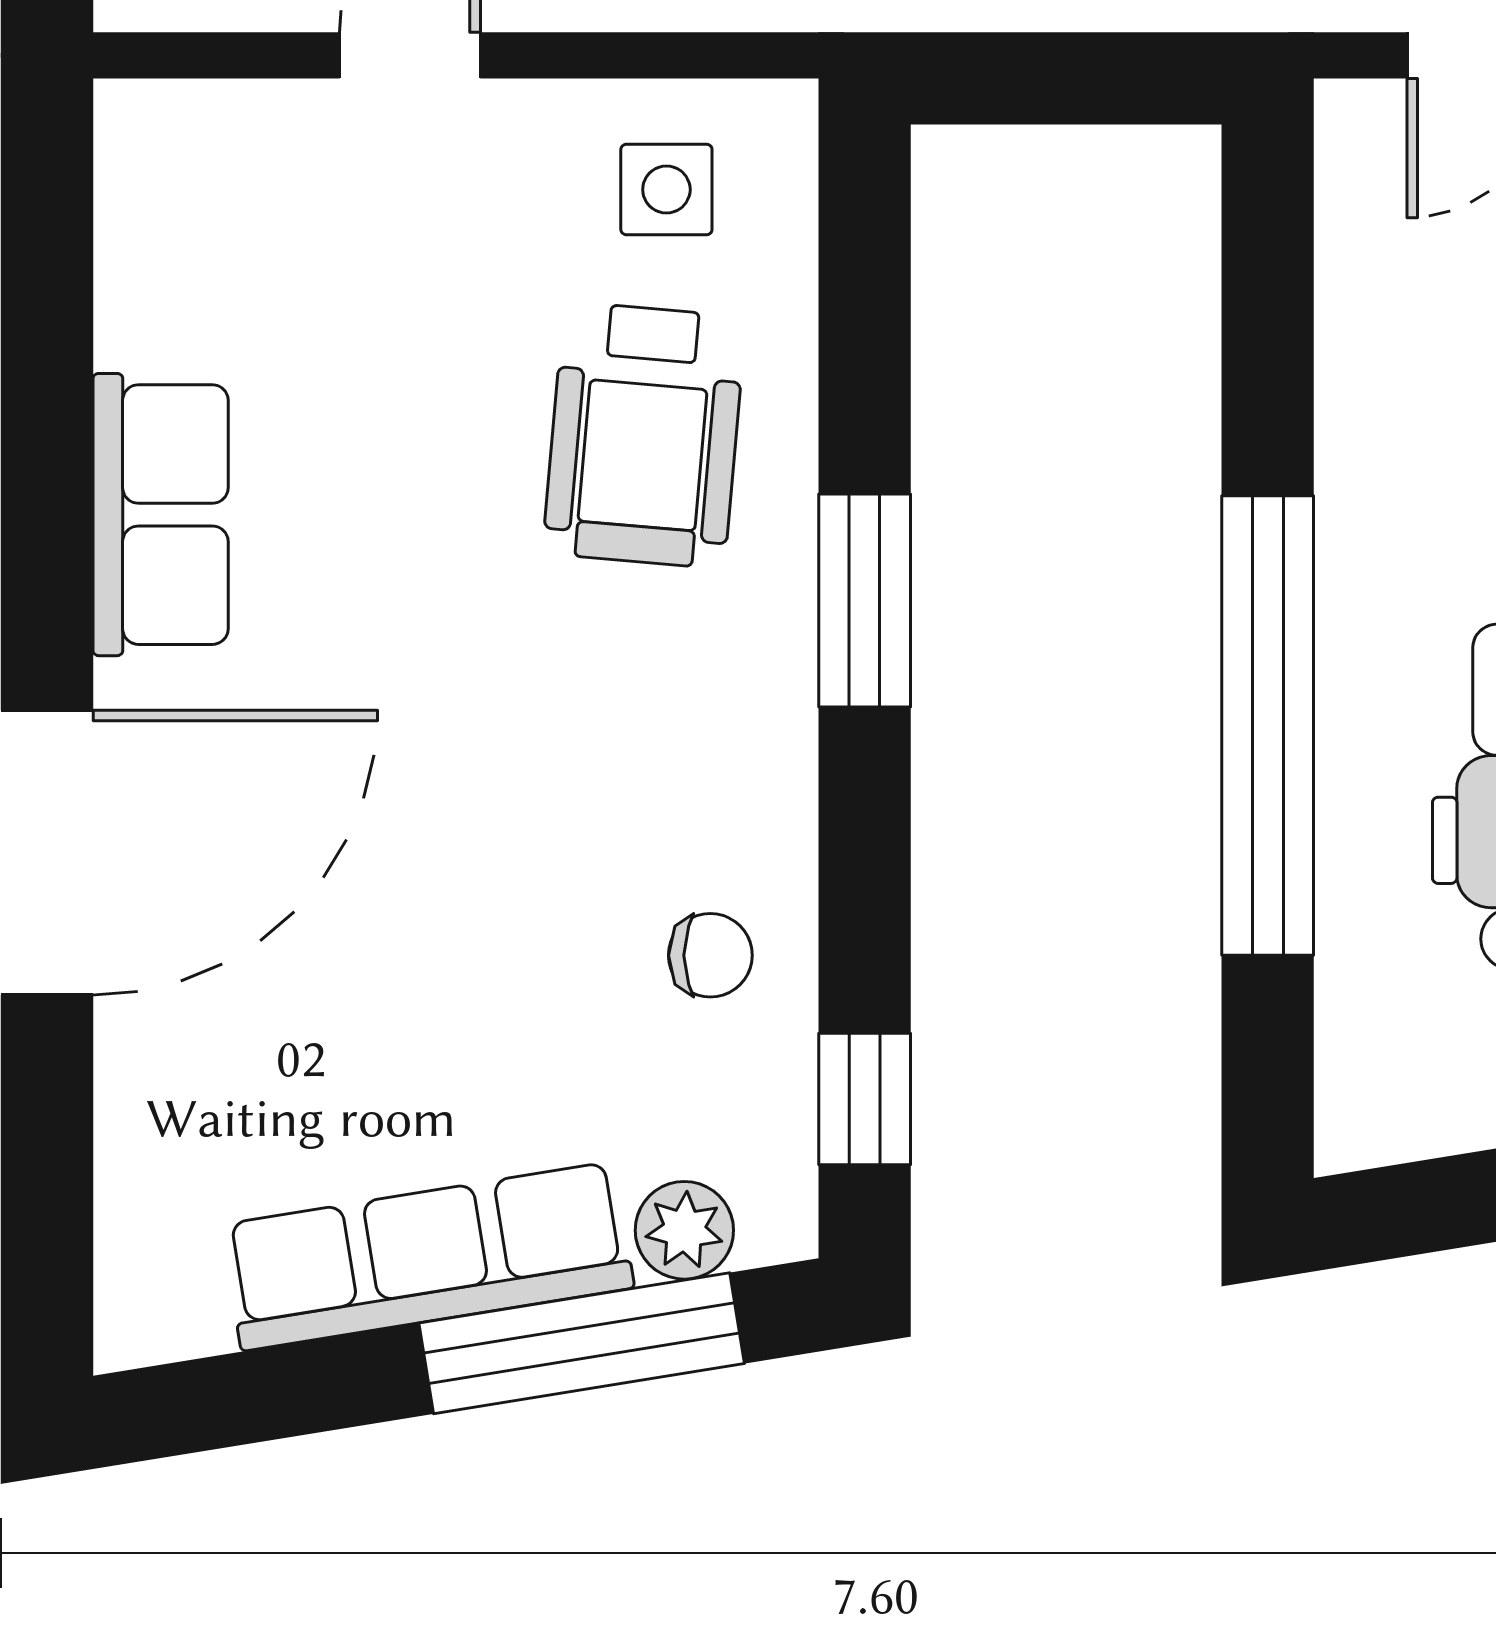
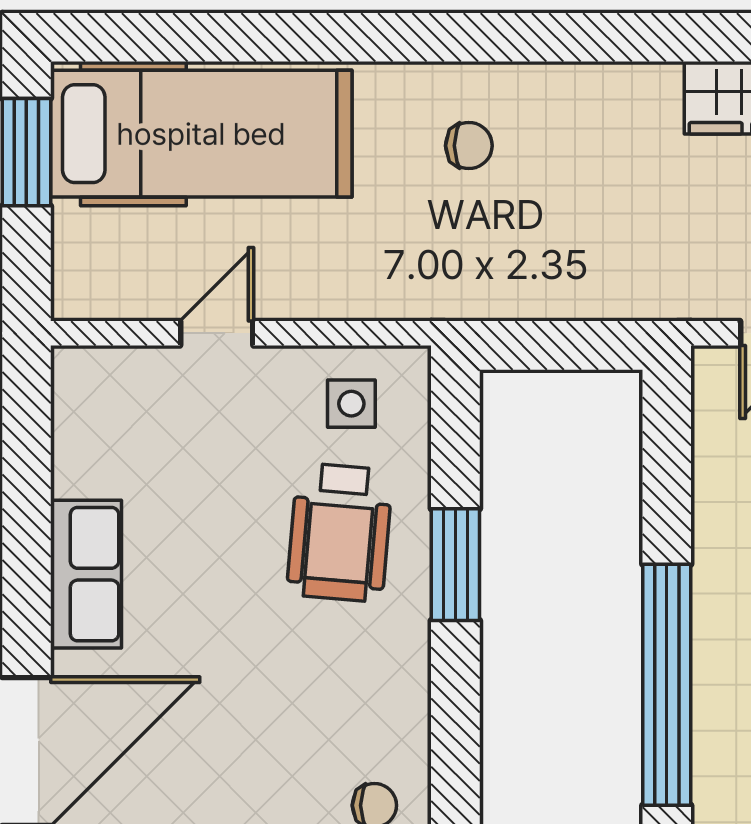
window: (865, 600) -> (455, 565), moved

